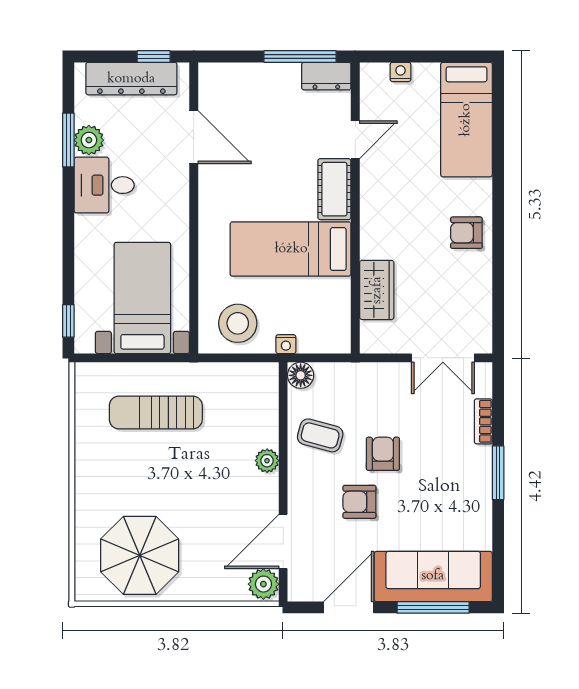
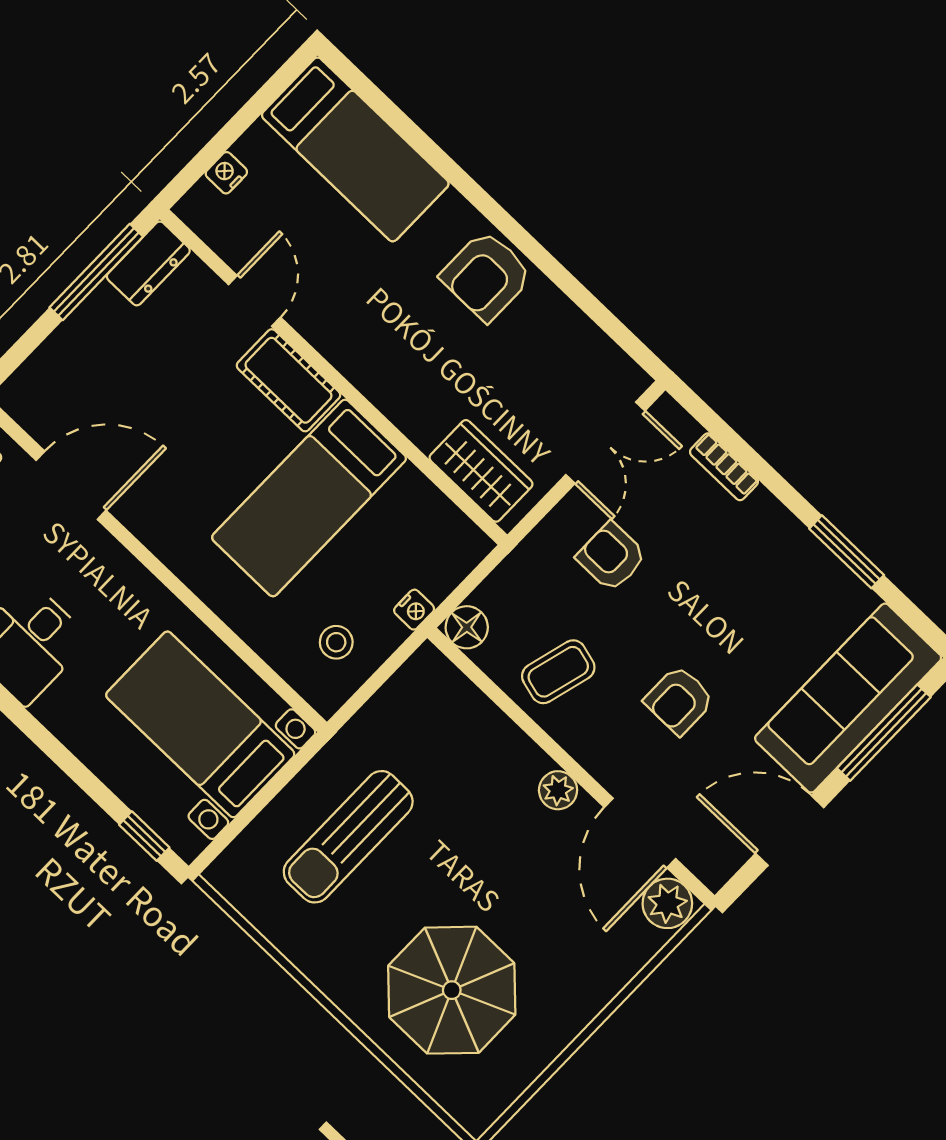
armchair: (466, 233) -> (486, 276), width x1.38, depth x1.38
wardrobe: (377, 290) -> (481, 471), moved
stool: (238, 323) -> (336, 642), width x0.53, depth x0.53
armchair: (383, 454) -> (611, 557), moved
plant: (267, 461) -> (558, 790), moved
window: (498, 473) -> (847, 552), moved
parasol: (140, 555) -> (452, 990), moved
door: (349, 607) -> (790, 830), hinge flipped

